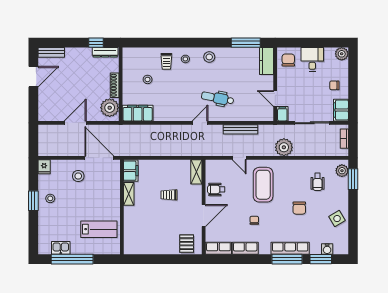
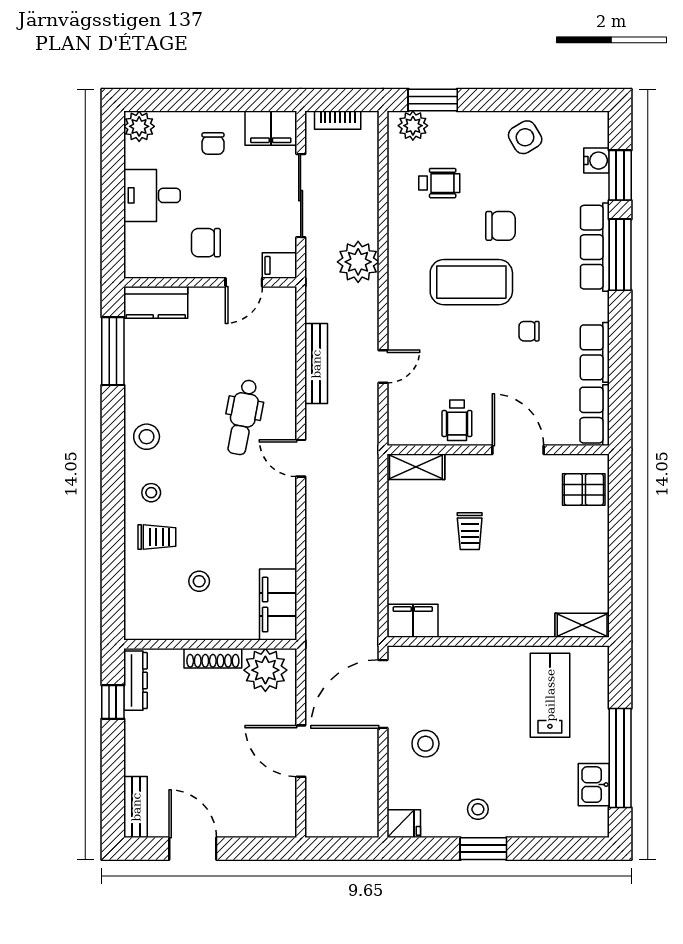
chair: (288, 60) -> (206, 243), moved
coffee table: (263, 185) -> (471, 282), moved
shelving: (129, 194) -> (582, 625), moved

